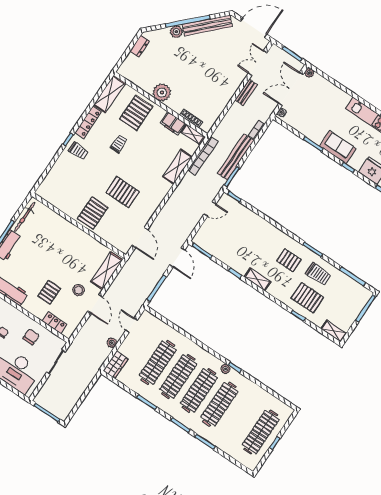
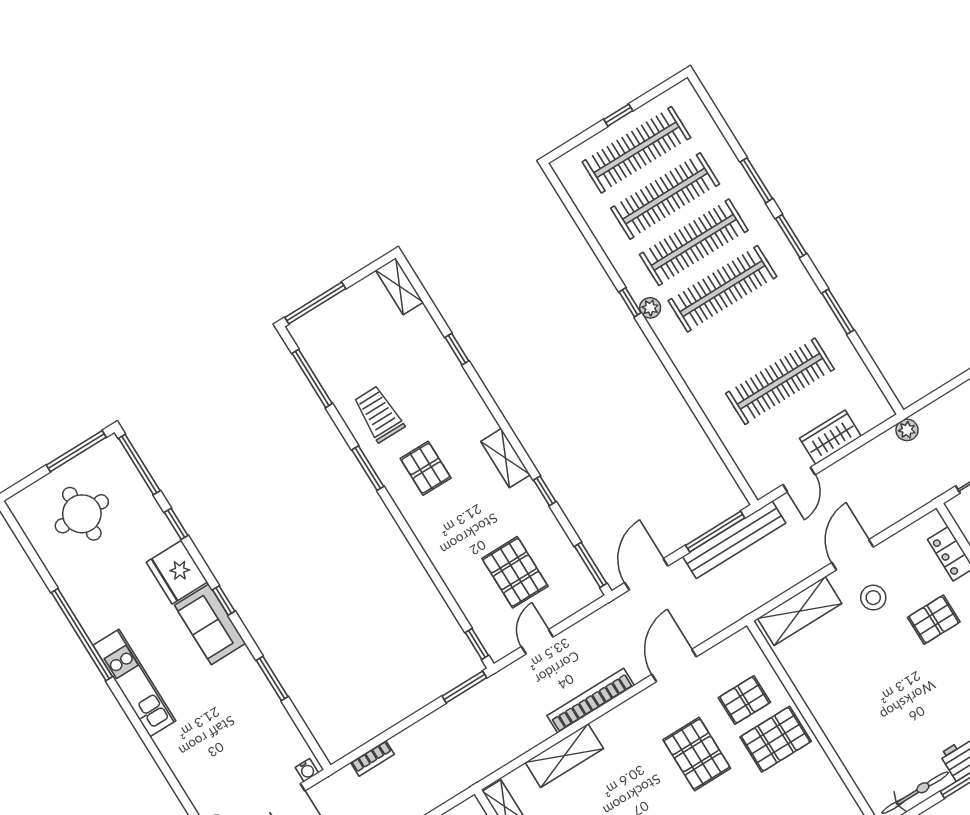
sofa: (338, 147) -> (210, 624), moved
bookcase: (203, 156) -> (591, 701), moved
bench: (236, 157) -> (734, 540), moved
door: (210, 209) -> (537, 642), hinge flipped
pallet: (113, 223) -> (744, 700), added
door: (140, 238) -> (674, 666), moved
pallet: (307, 298) -> (515, 572), moved
plant: (112, 343) -> (907, 430), moved
wardrobe: (116, 365) -> (830, 437), moved
clothes rail: (178, 376) -> (665, 196), moved

